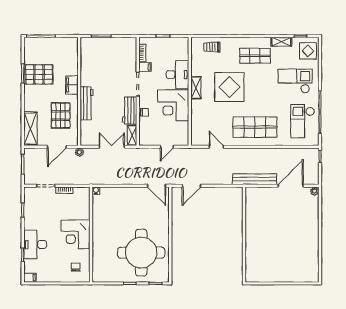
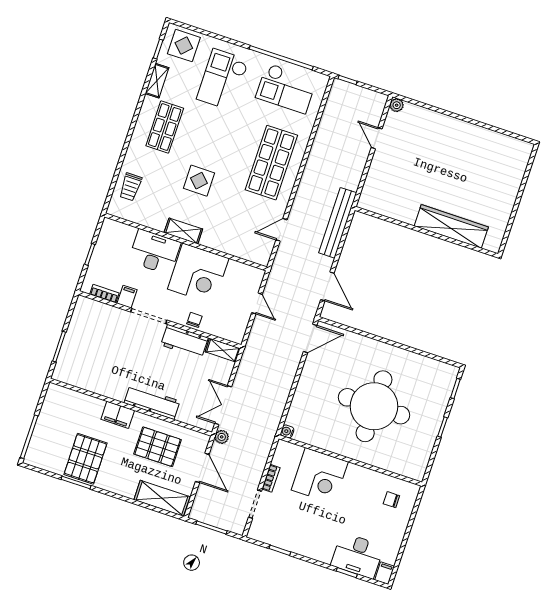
display table: (229, 87) -> (199, 181), width x0.54, depth x0.54
double door: (112, 147) -> (223, 405), moved
bench: (255, 179) -> (338, 223), moved
door: (291, 186) -> (377, 138), width x0.53
corner desk: (76, 234) -> (320, 476), moved
desk: (35, 244) -> (357, 556), moved
wardrobe: (252, 248) -> (451, 226), added
round table: (141, 253) -> (374, 406), moved

